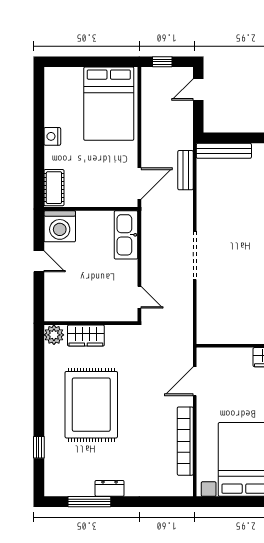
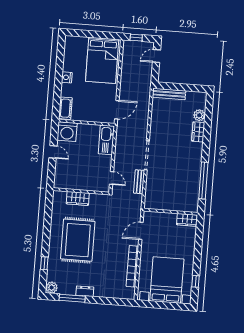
bench: (185, 170) -> (139, 182), moved
plant: (54, 335) -> (52, 288), moved

